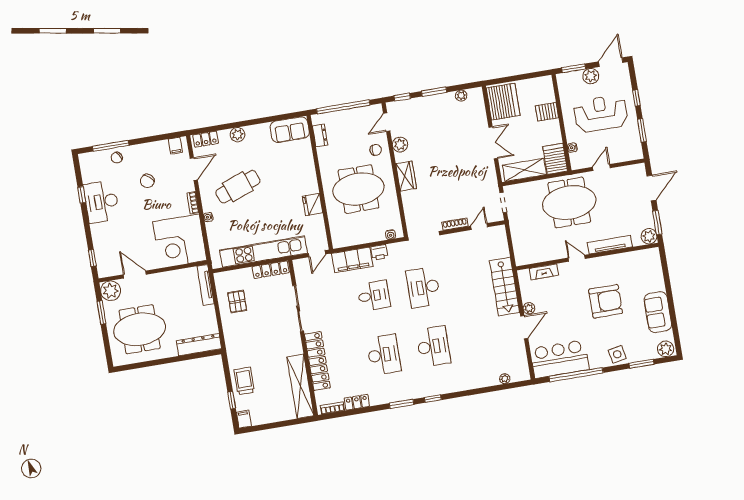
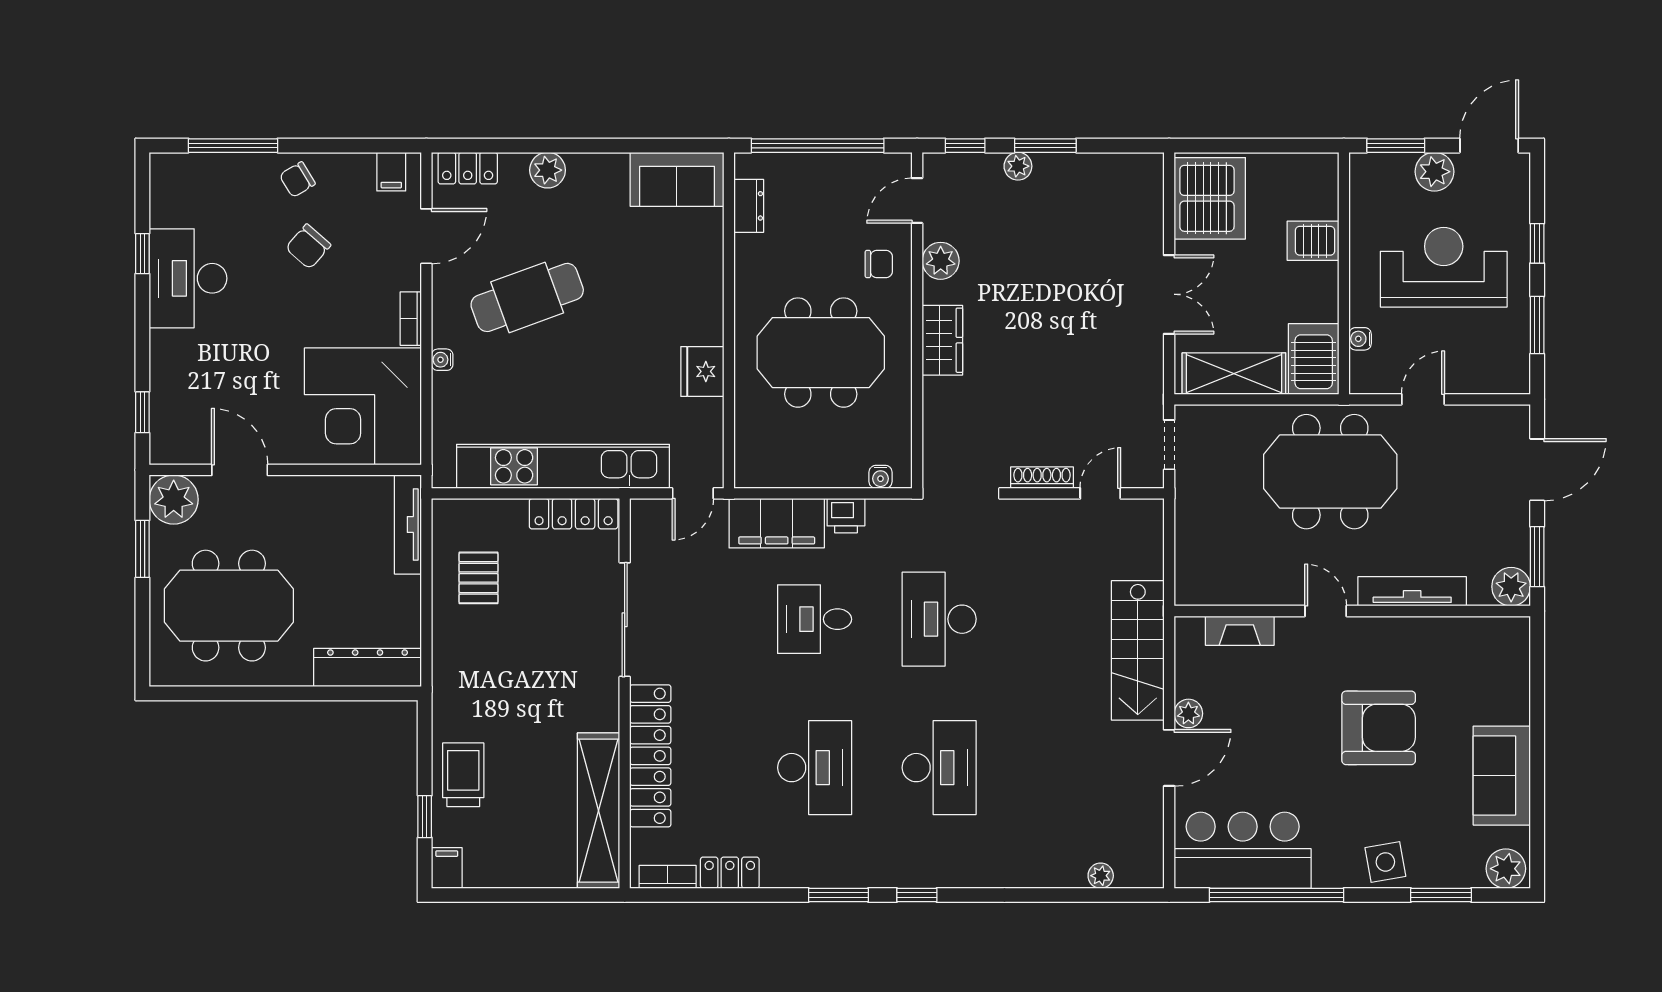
plant: (461, 96) -> (1018, 166), moved
chair: (117, 158) -> (297, 179), moved
desk: (374, 296) -> (815, 619), turned 180

